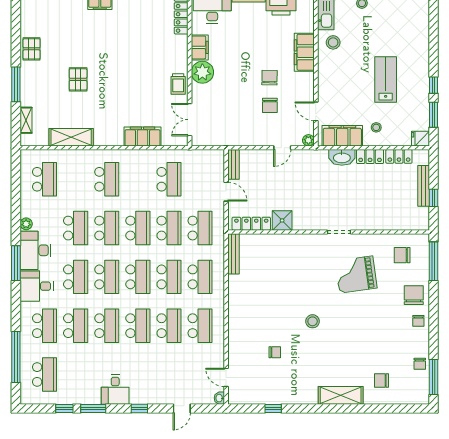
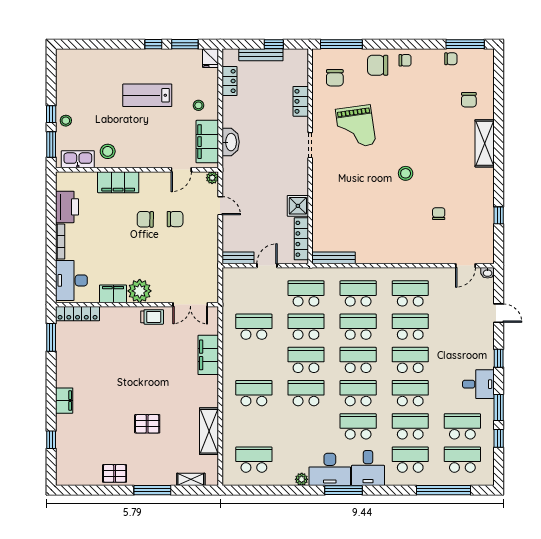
locker: (370, 157) -> (301, 101), moved, turned 180
school desk: (76, 228) -> (462, 426), moved

